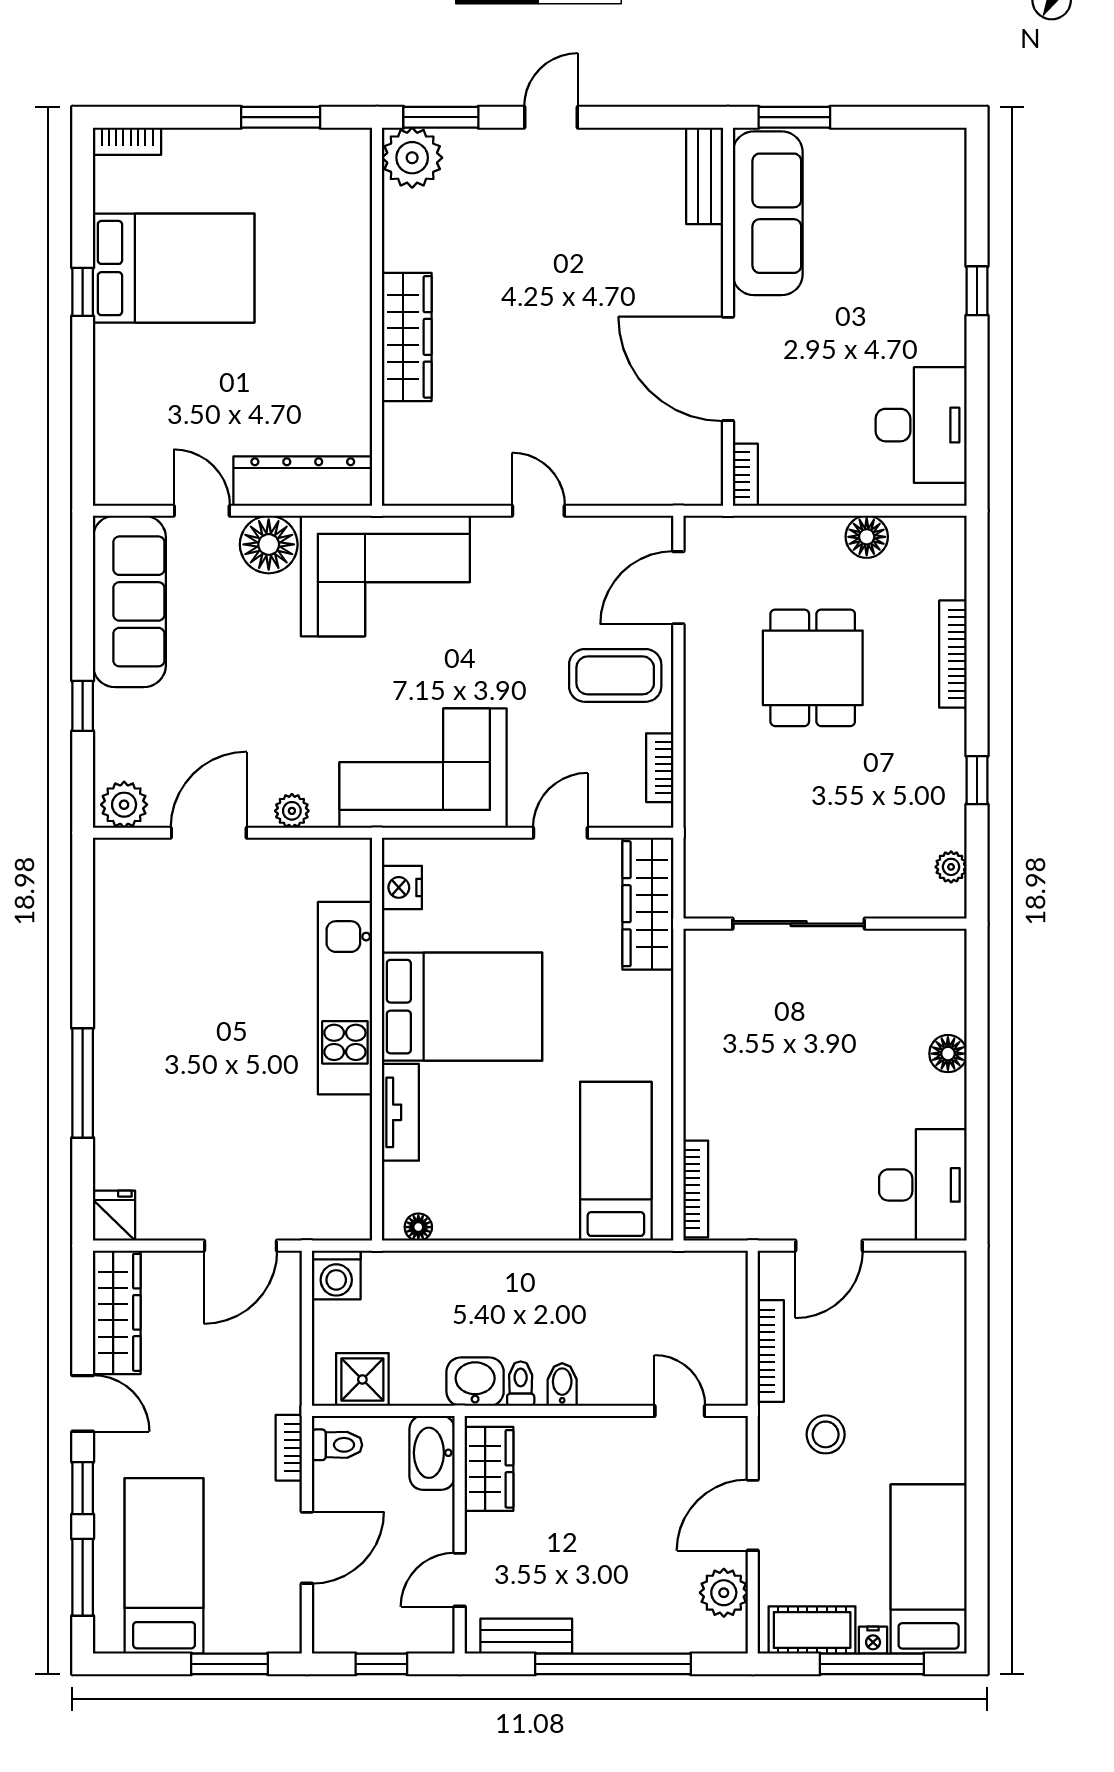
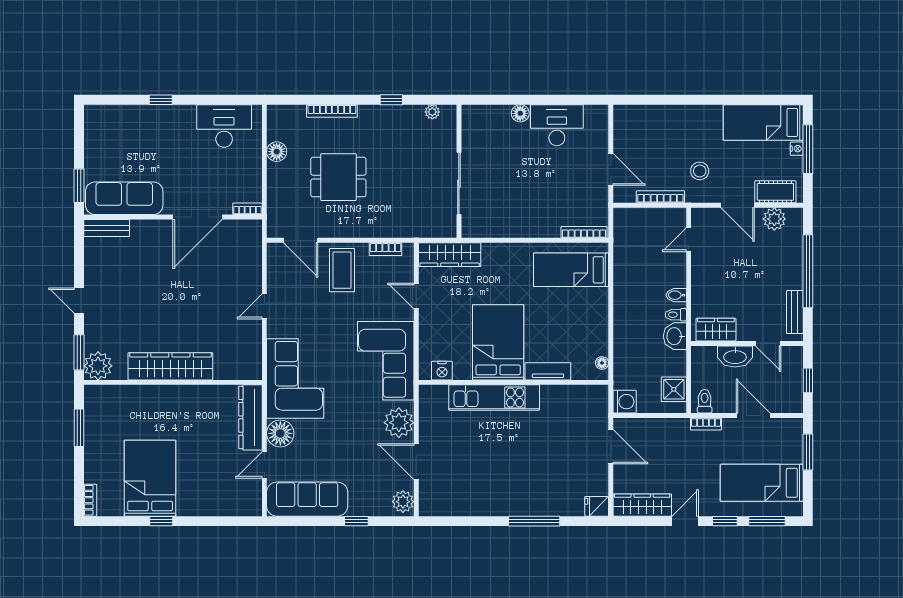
wardrobe: (407, 337) -> (170, 366), width x1.40, depth x1.17
plant: (292, 811) -> (399, 423), width x1.88, depth x1.88
desk: (923, 1185) -> (557, 125), moved
washbasin: (432, 1453) -> (735, 356), moved
cot: (812, 1630) -> (775, 192), moved, turned 90

